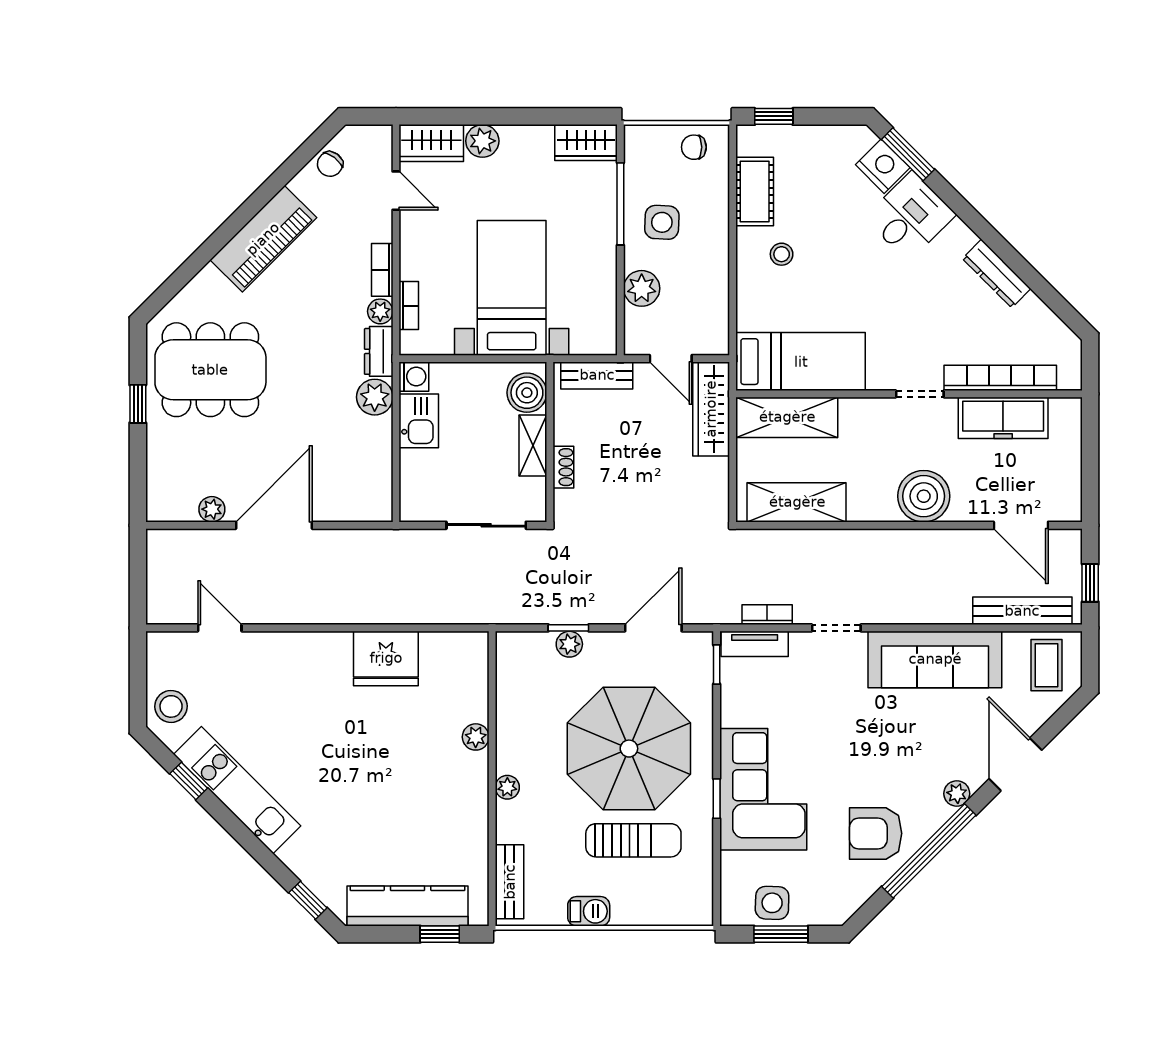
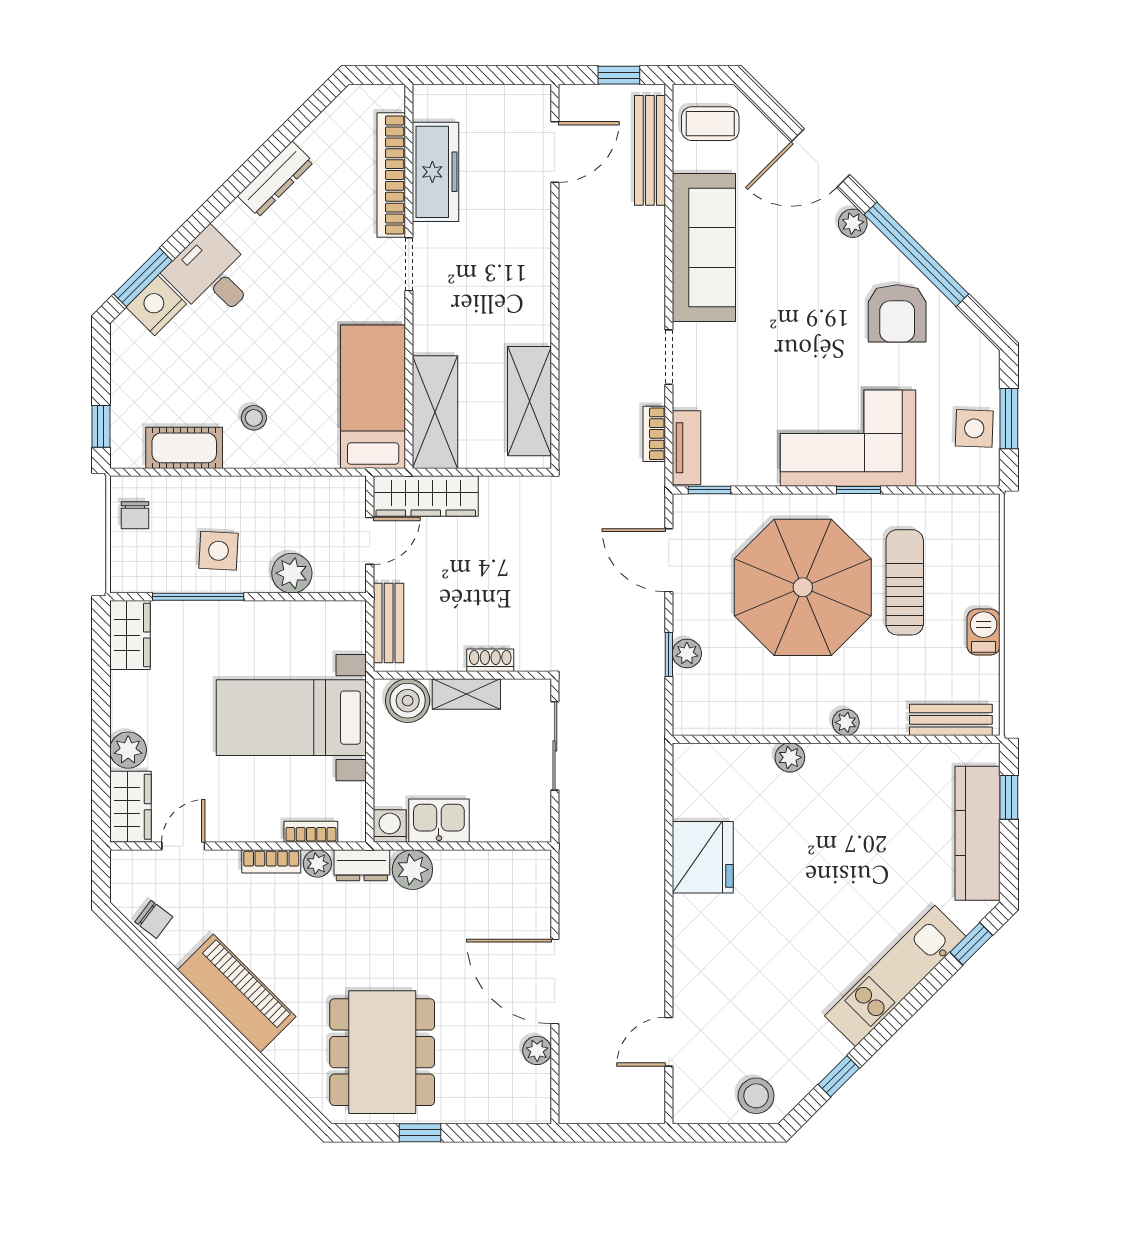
boiler: (924, 496) -> (523, 260), removed
kitchen unit: (237, 790) -> (895, 976), moved

